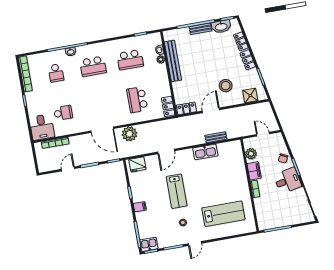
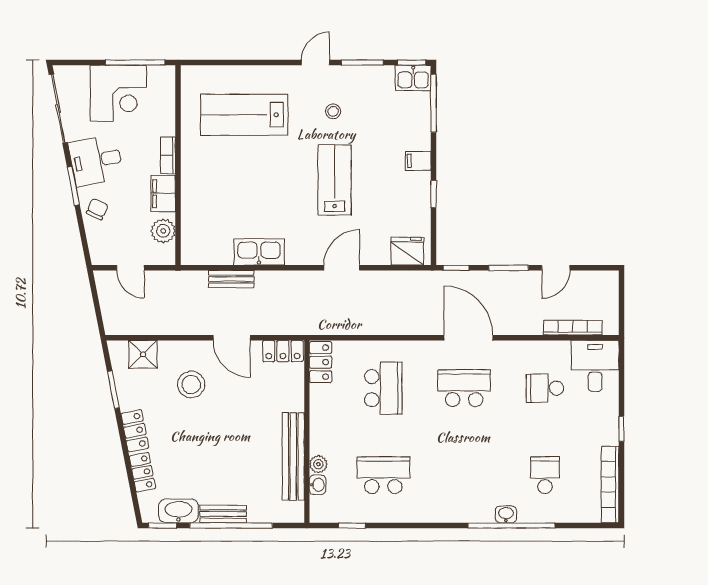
school desk: (93, 66) -> (464, 388), moved
door: (211, 110) -> (232, 338), hinge flipped
plant: (129, 134) -> (413, 319), removed
corner desk: (283, 213) -> (118, 93), added

